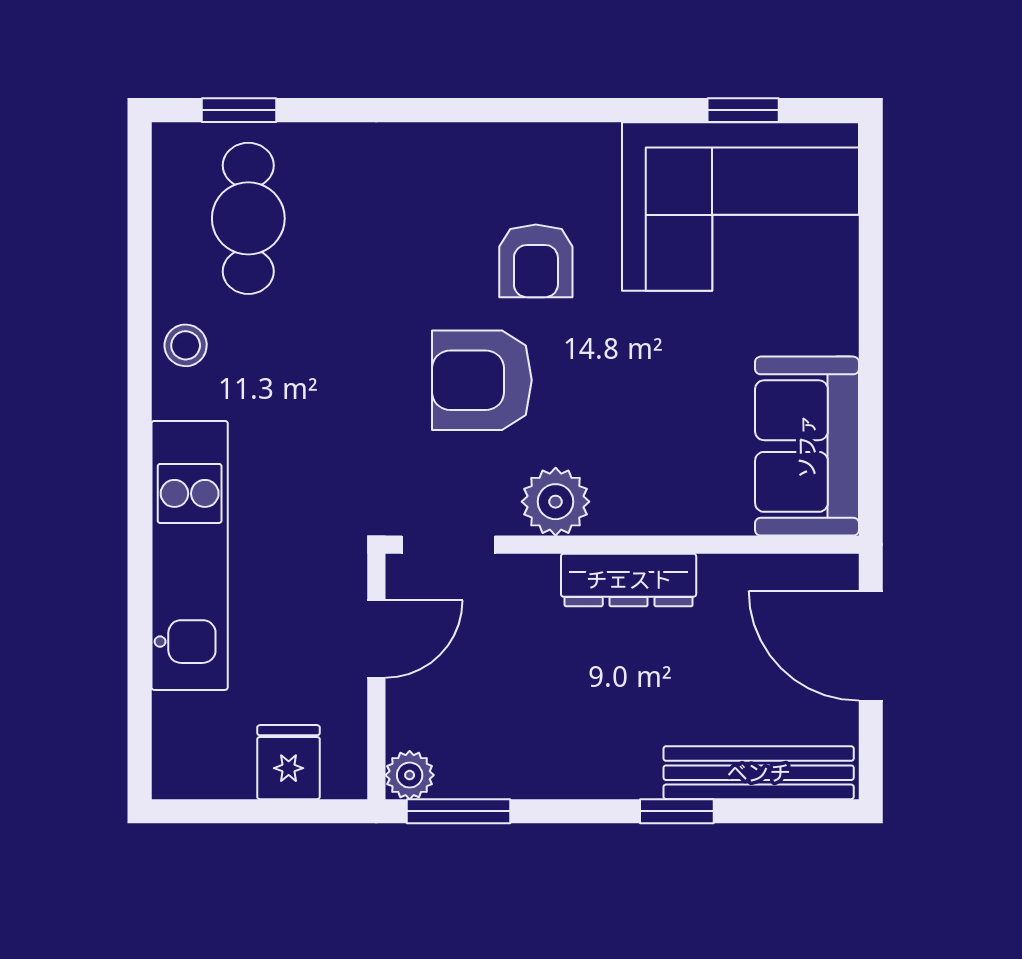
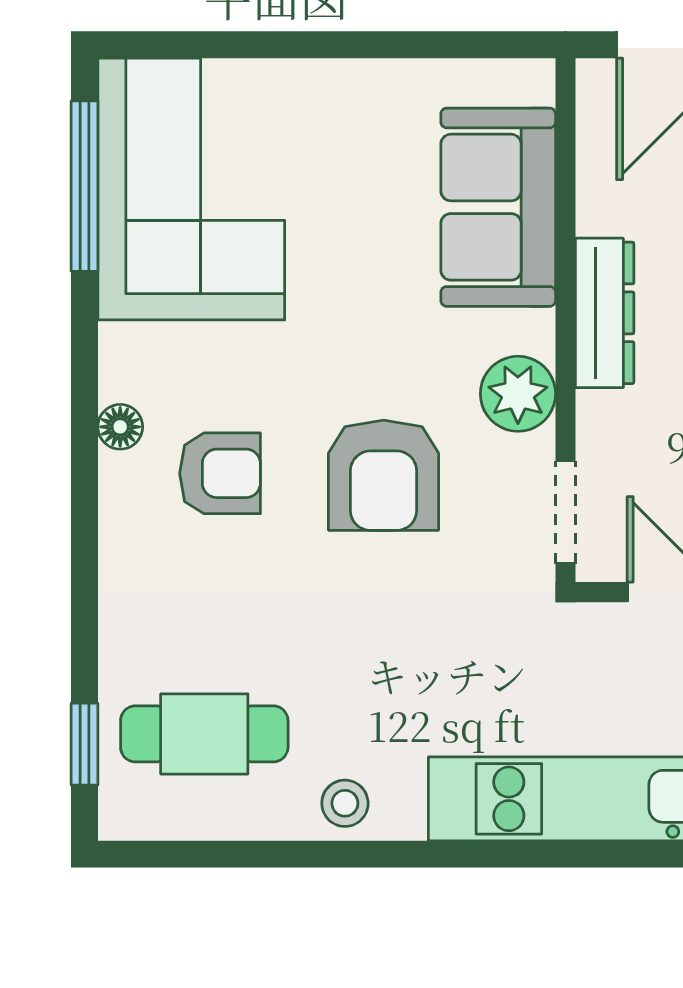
window: (743, 110) -> (85, 186), width x2.17
floor lamp: (526, 142) -> (120, 427), added
armchair: (536, 261) -> (220, 473), moved
sofa: (807, 446) -> (498, 207), moved, turned 90

